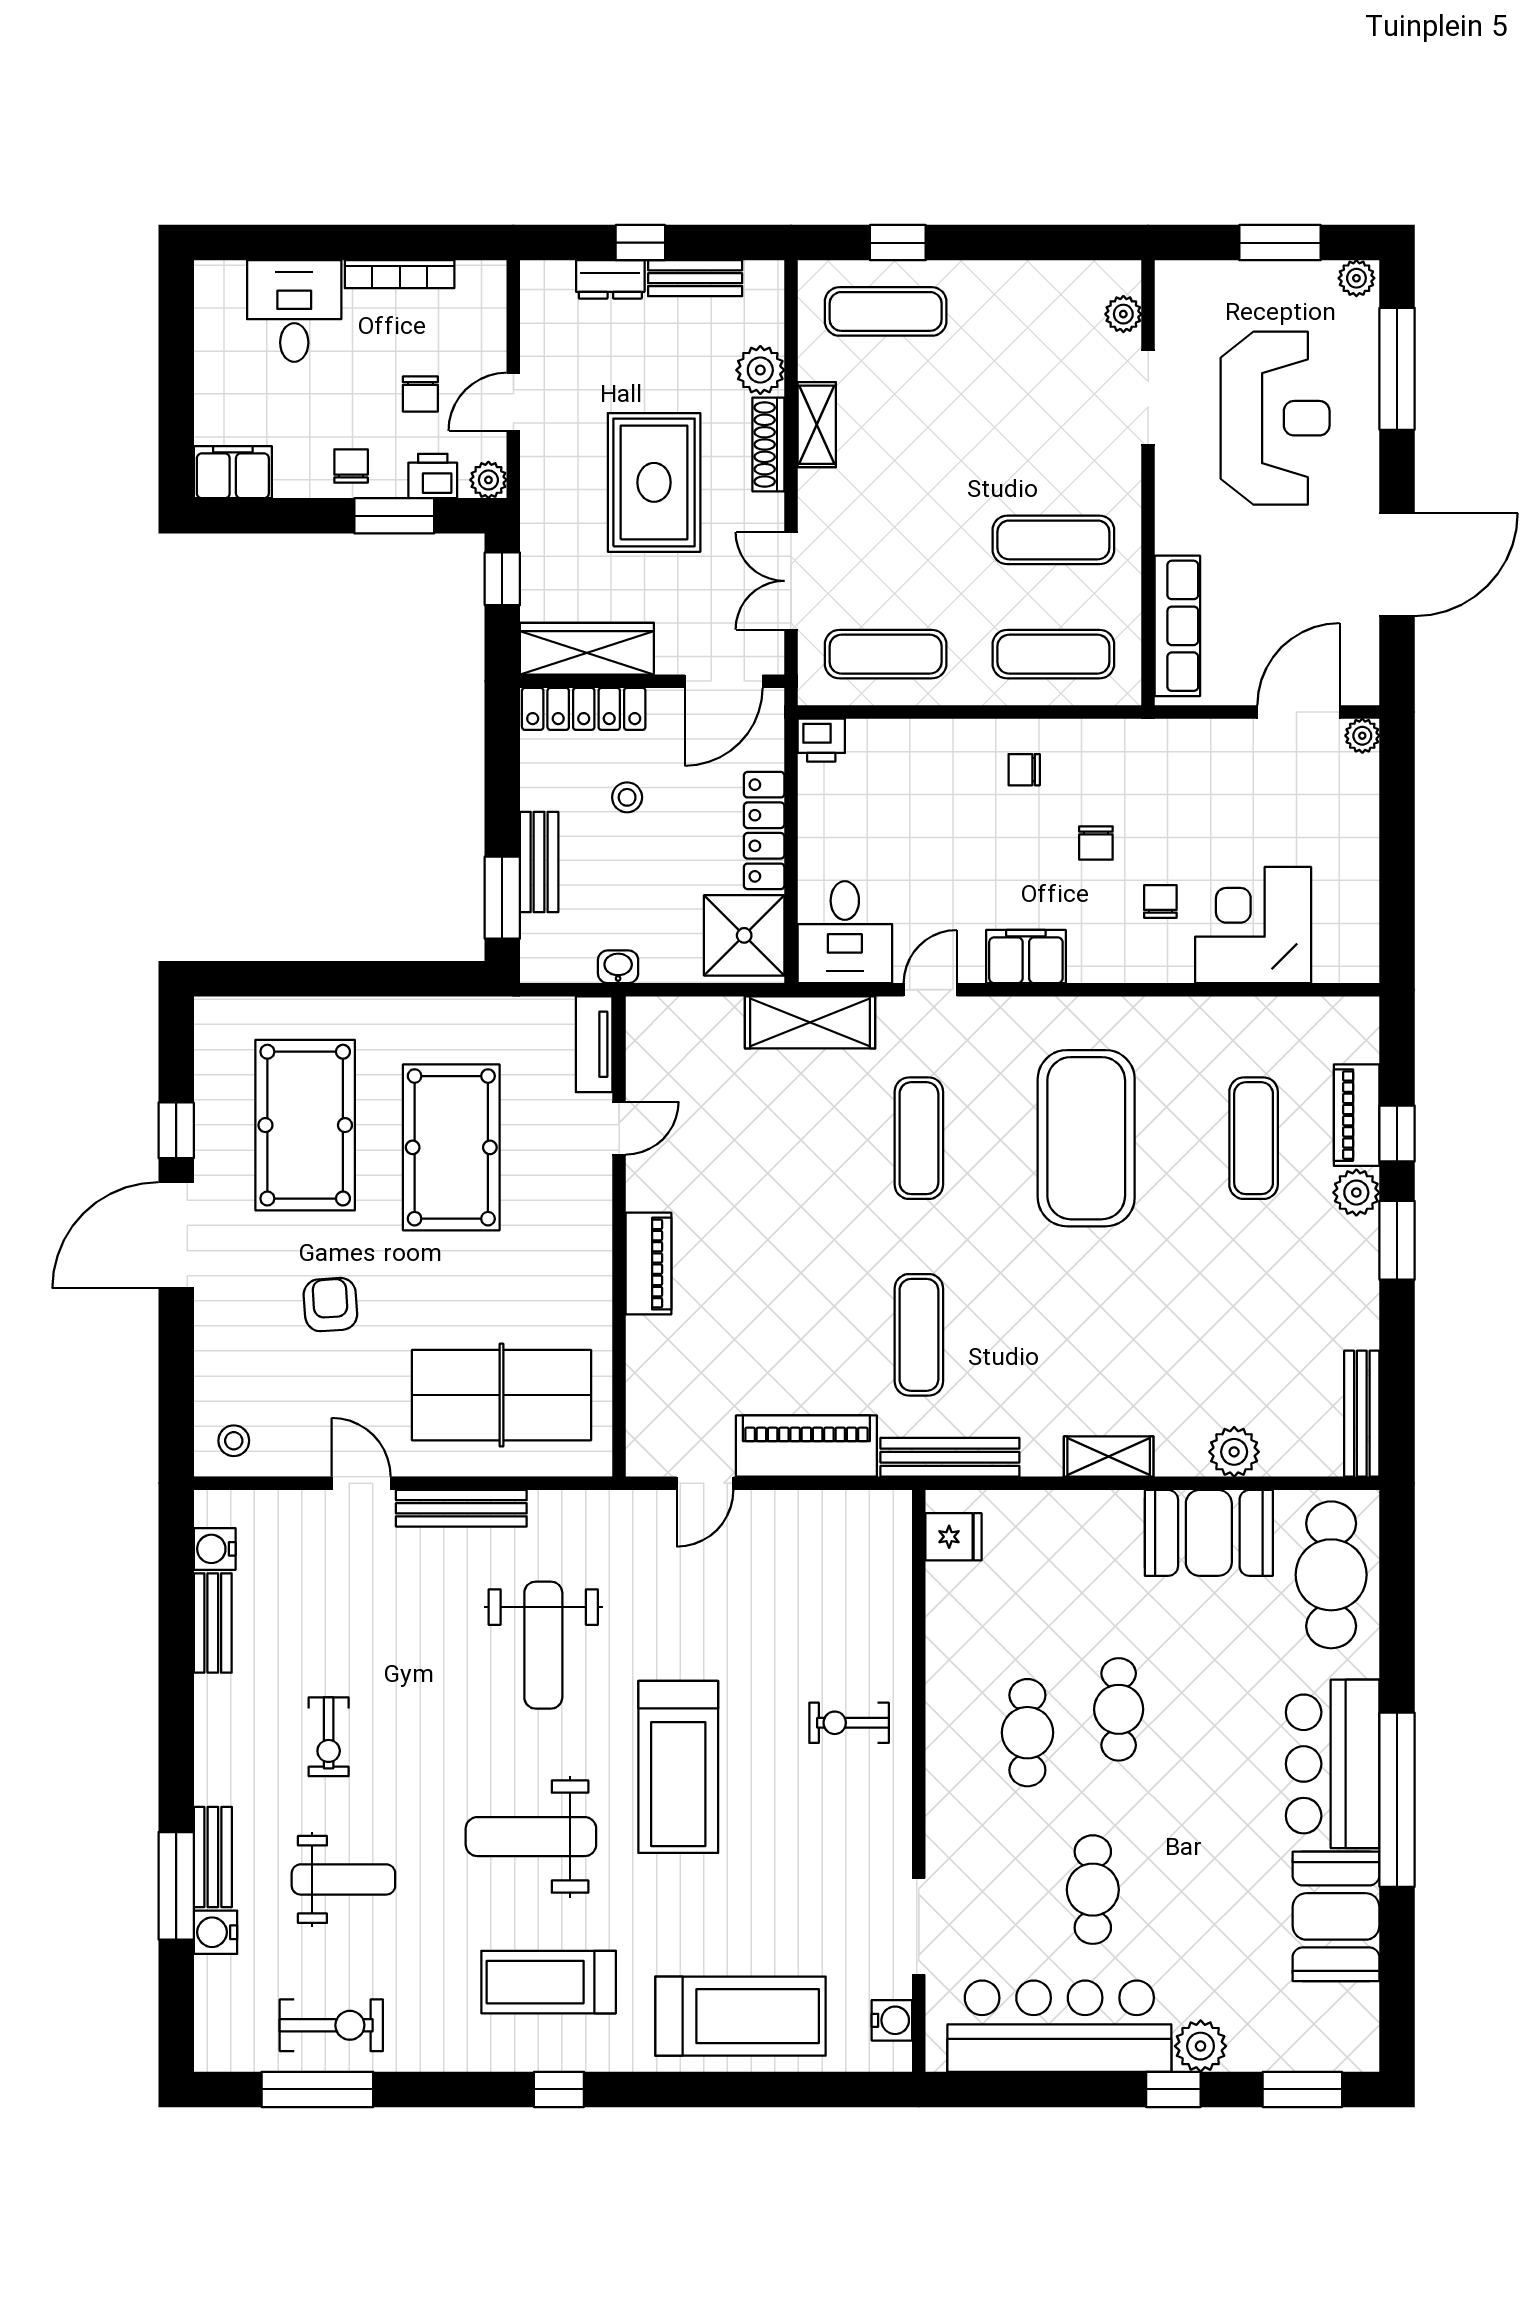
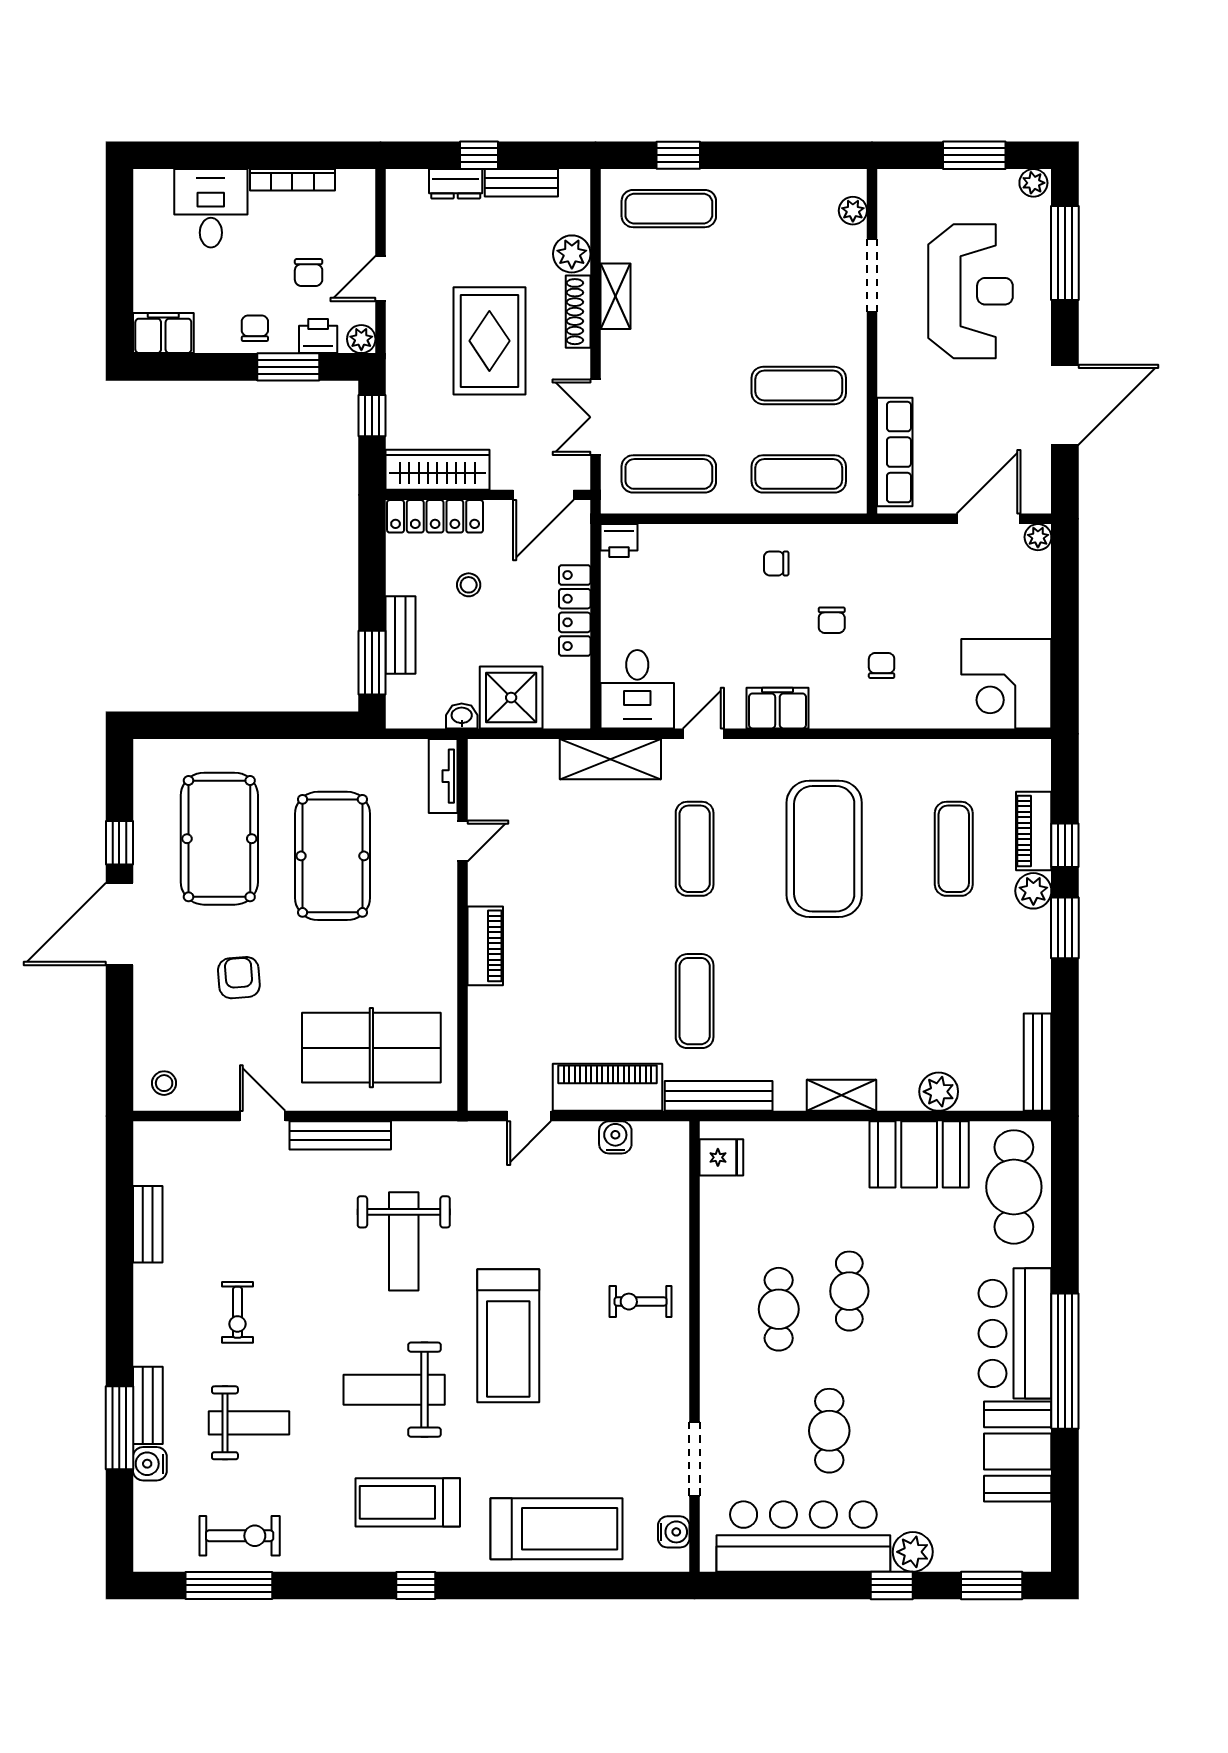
corner desk: (1253, 925) -> (1006, 684), moved, turned -90
shower: (744, 935) -> (511, 698), moved
water cooler: (215, 1549) -> (615, 1137), moved, turned 90

